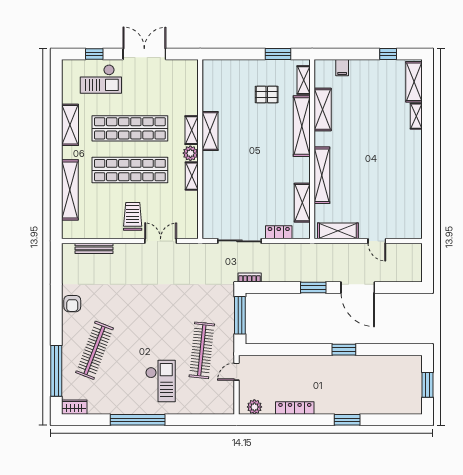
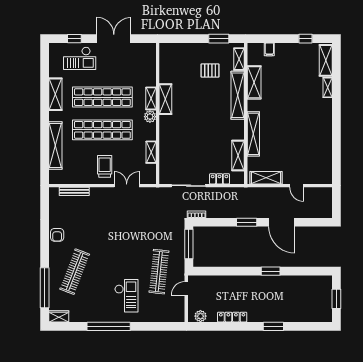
shelving: (192, 176) -> (151, 152), moved

